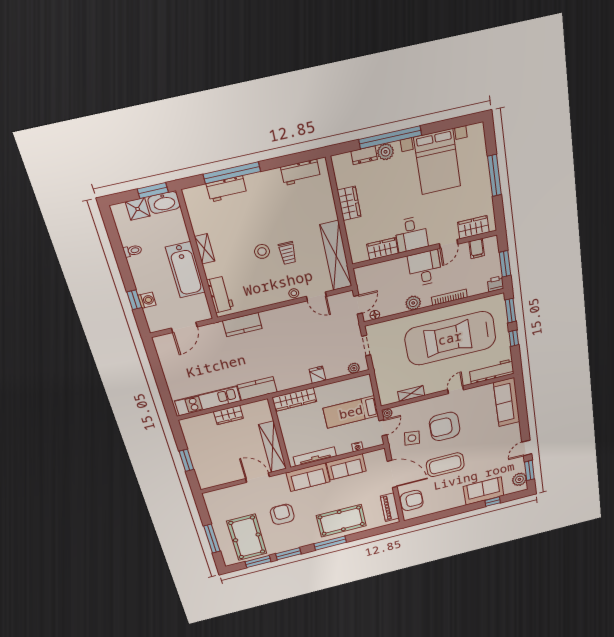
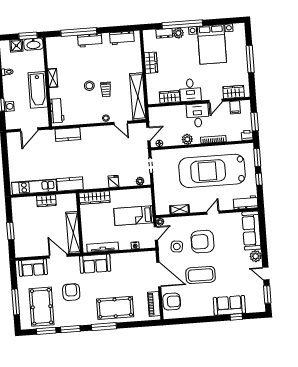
workbench: (227, 189) -> (90, 40), moved
workbench: (492, 371) -> (246, 203), width x0.73
door: (527, 448) -> (266, 274), hinge flipped
sofa: (346, 467) -> (33, 268), moved
plant: (519, 479) -> (256, 256), moved

